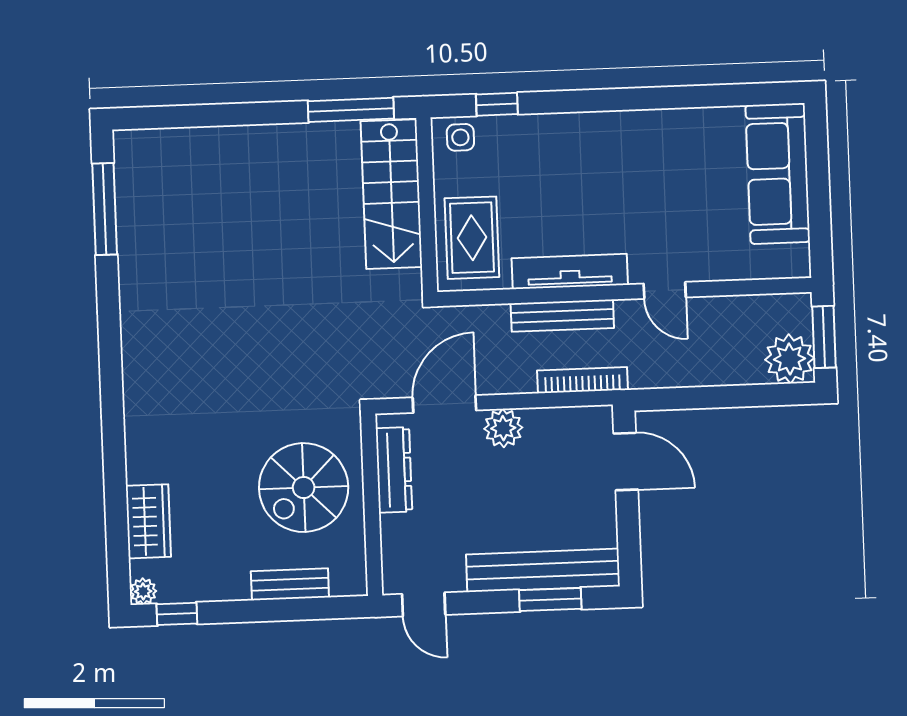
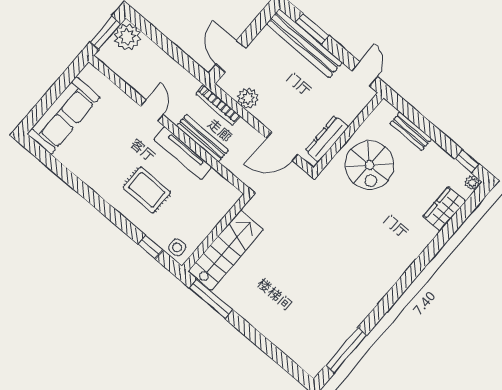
rug: (472, 238) -> (147, 190), moved, turned 90
plant: (503, 428) -> (248, 98), moved
spiral stairs: (304, 488) -> (369, 165), turned 90

